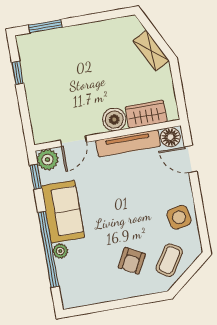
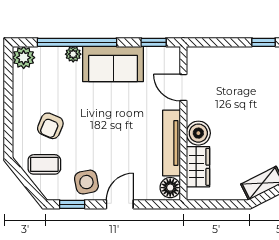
door: (191, 159) -> (120, 204), moved
plant: (48, 160) -> (24, 58), moved
window: (202, 227) -> (72, 204), added
coffee table: (169, 260) -> (44, 164), turned -33
armchair: (132, 261) -> (50, 126), turned -95

